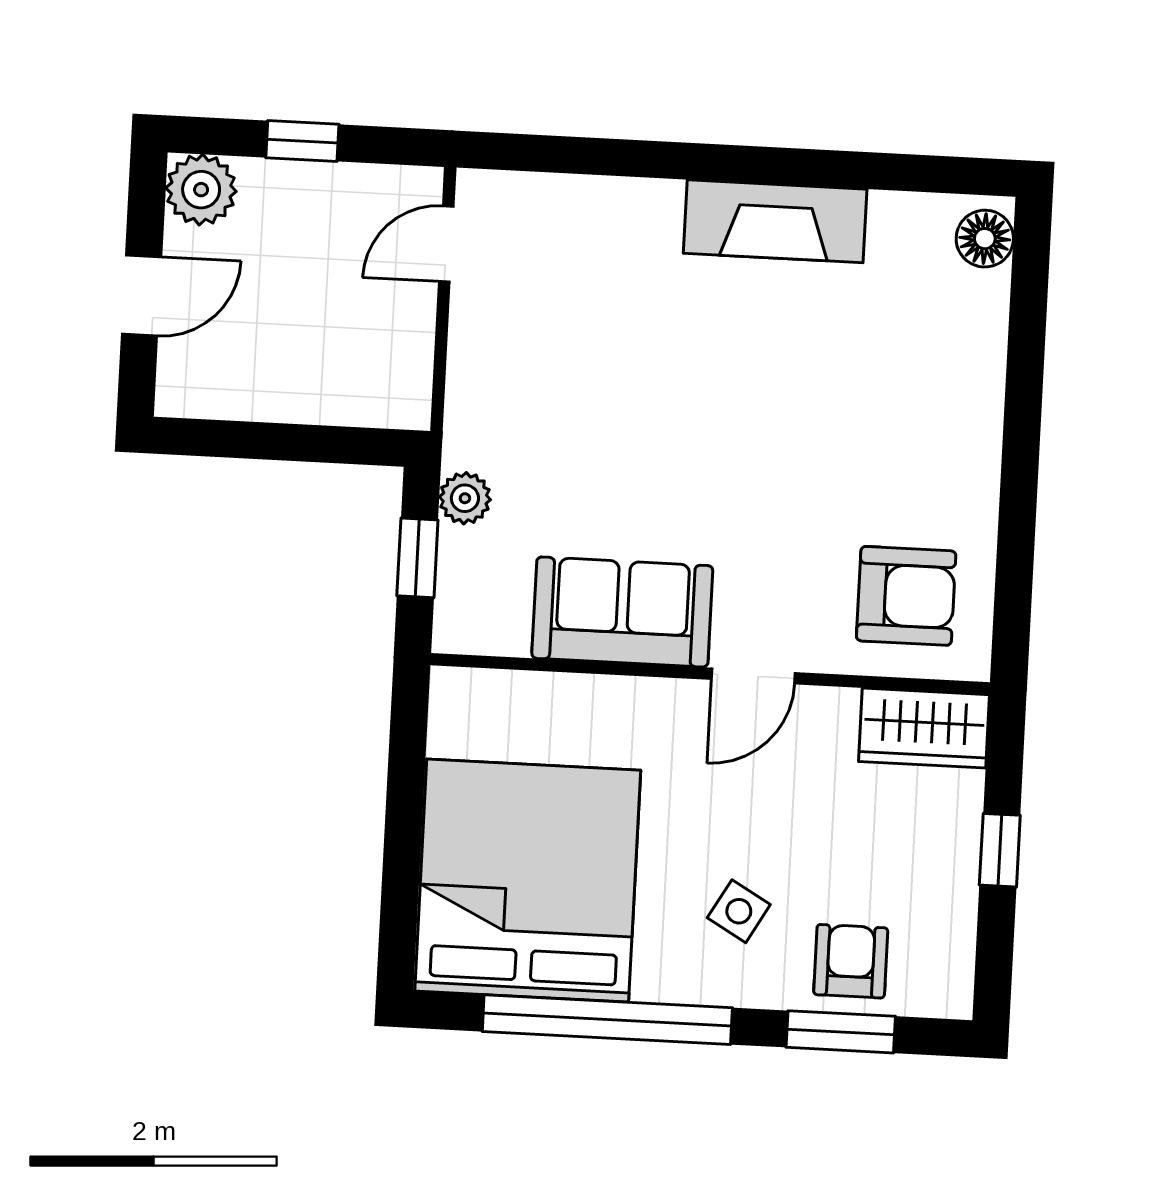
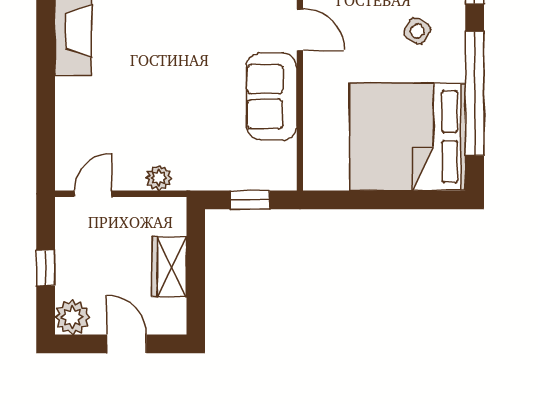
door: (446, 244) -> (93, 194), swing flipped
wardrobe: (292, 389) -> (169, 267), added
plant: (465, 498) -> (159, 178), moved

